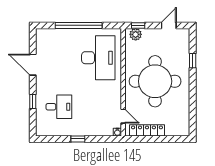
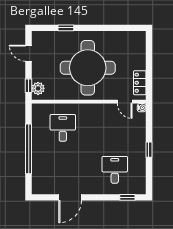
desk: (98, 58) -> (63, 128), width x0.53, depth x0.77
window: (33, 101) -> (127, 197), moved
door: (123, 116) -> (125, 102), swing flipped
locker: (147, 130) -> (140, 83), width x0.66

